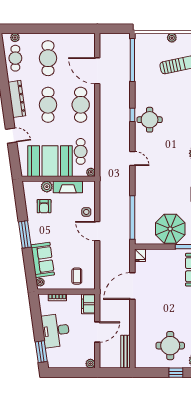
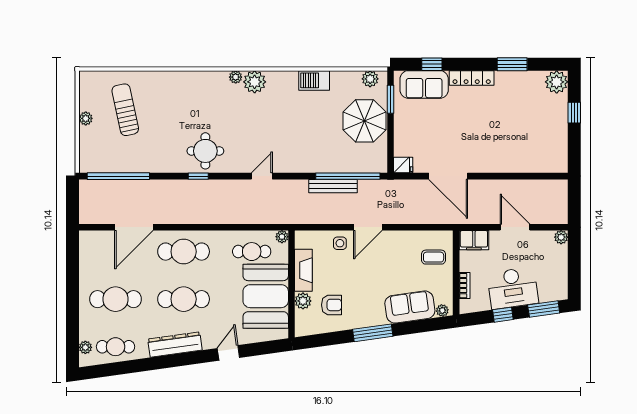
window: (37, 324) -> (503, 315), added
round table: (170, 346) -> (535, 121), removed
bench: (126, 352) -> (333, 186), moved

